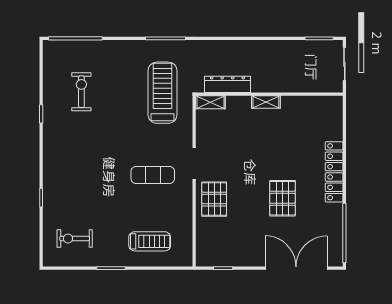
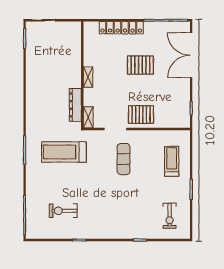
dresser: (227, 84) -> (75, 105), moved
wall: (269, 94) -> (82, 75), moved
shelving: (210, 102) -> (88, 117), moved
shelving: (266, 102) -> (88, 77), moved

